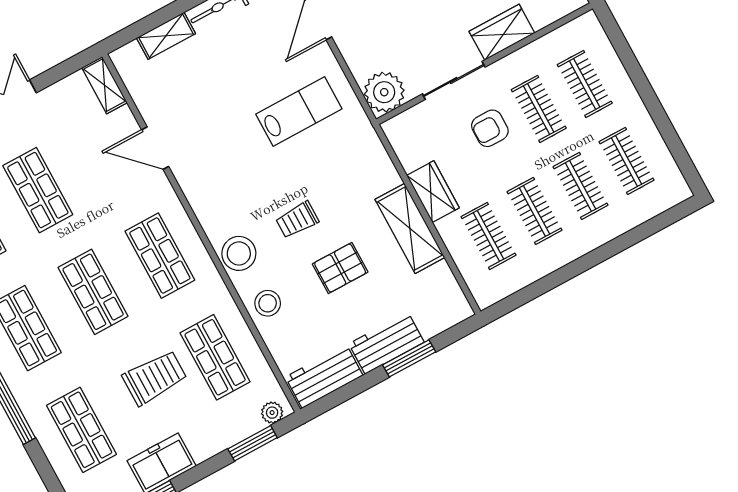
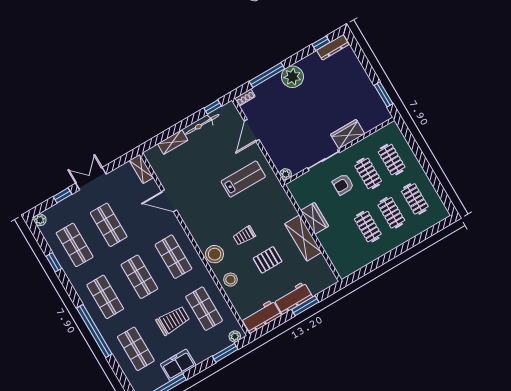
plant: (384, 92) -> (286, 174), width x0.53, depth x0.53
clothes rail: (488, 236) -> (344, 240), removed

